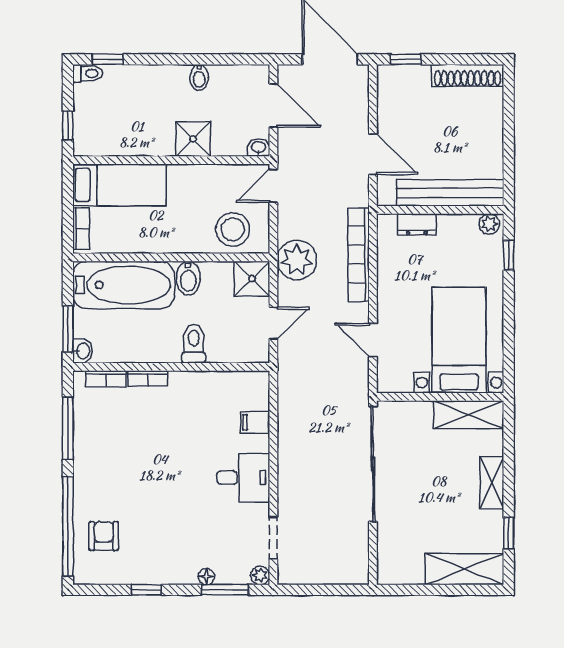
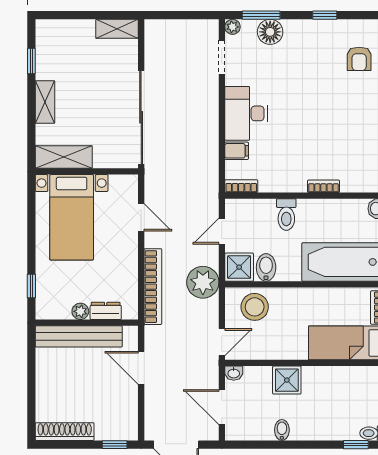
plant: (489, 224) -> (80, 311), moved
bidet: (188, 278) -> (266, 267), moved
bookcase: (106, 379) -> (241, 186), moved
desk: (243, 478) -> (246, 113), width x1.37
shelving: (464, 569) -> (117, 29), moved, width x0.67, depth x0.75
floor lamp: (206, 577) -> (270, 32), width x1.89, depth x1.89

